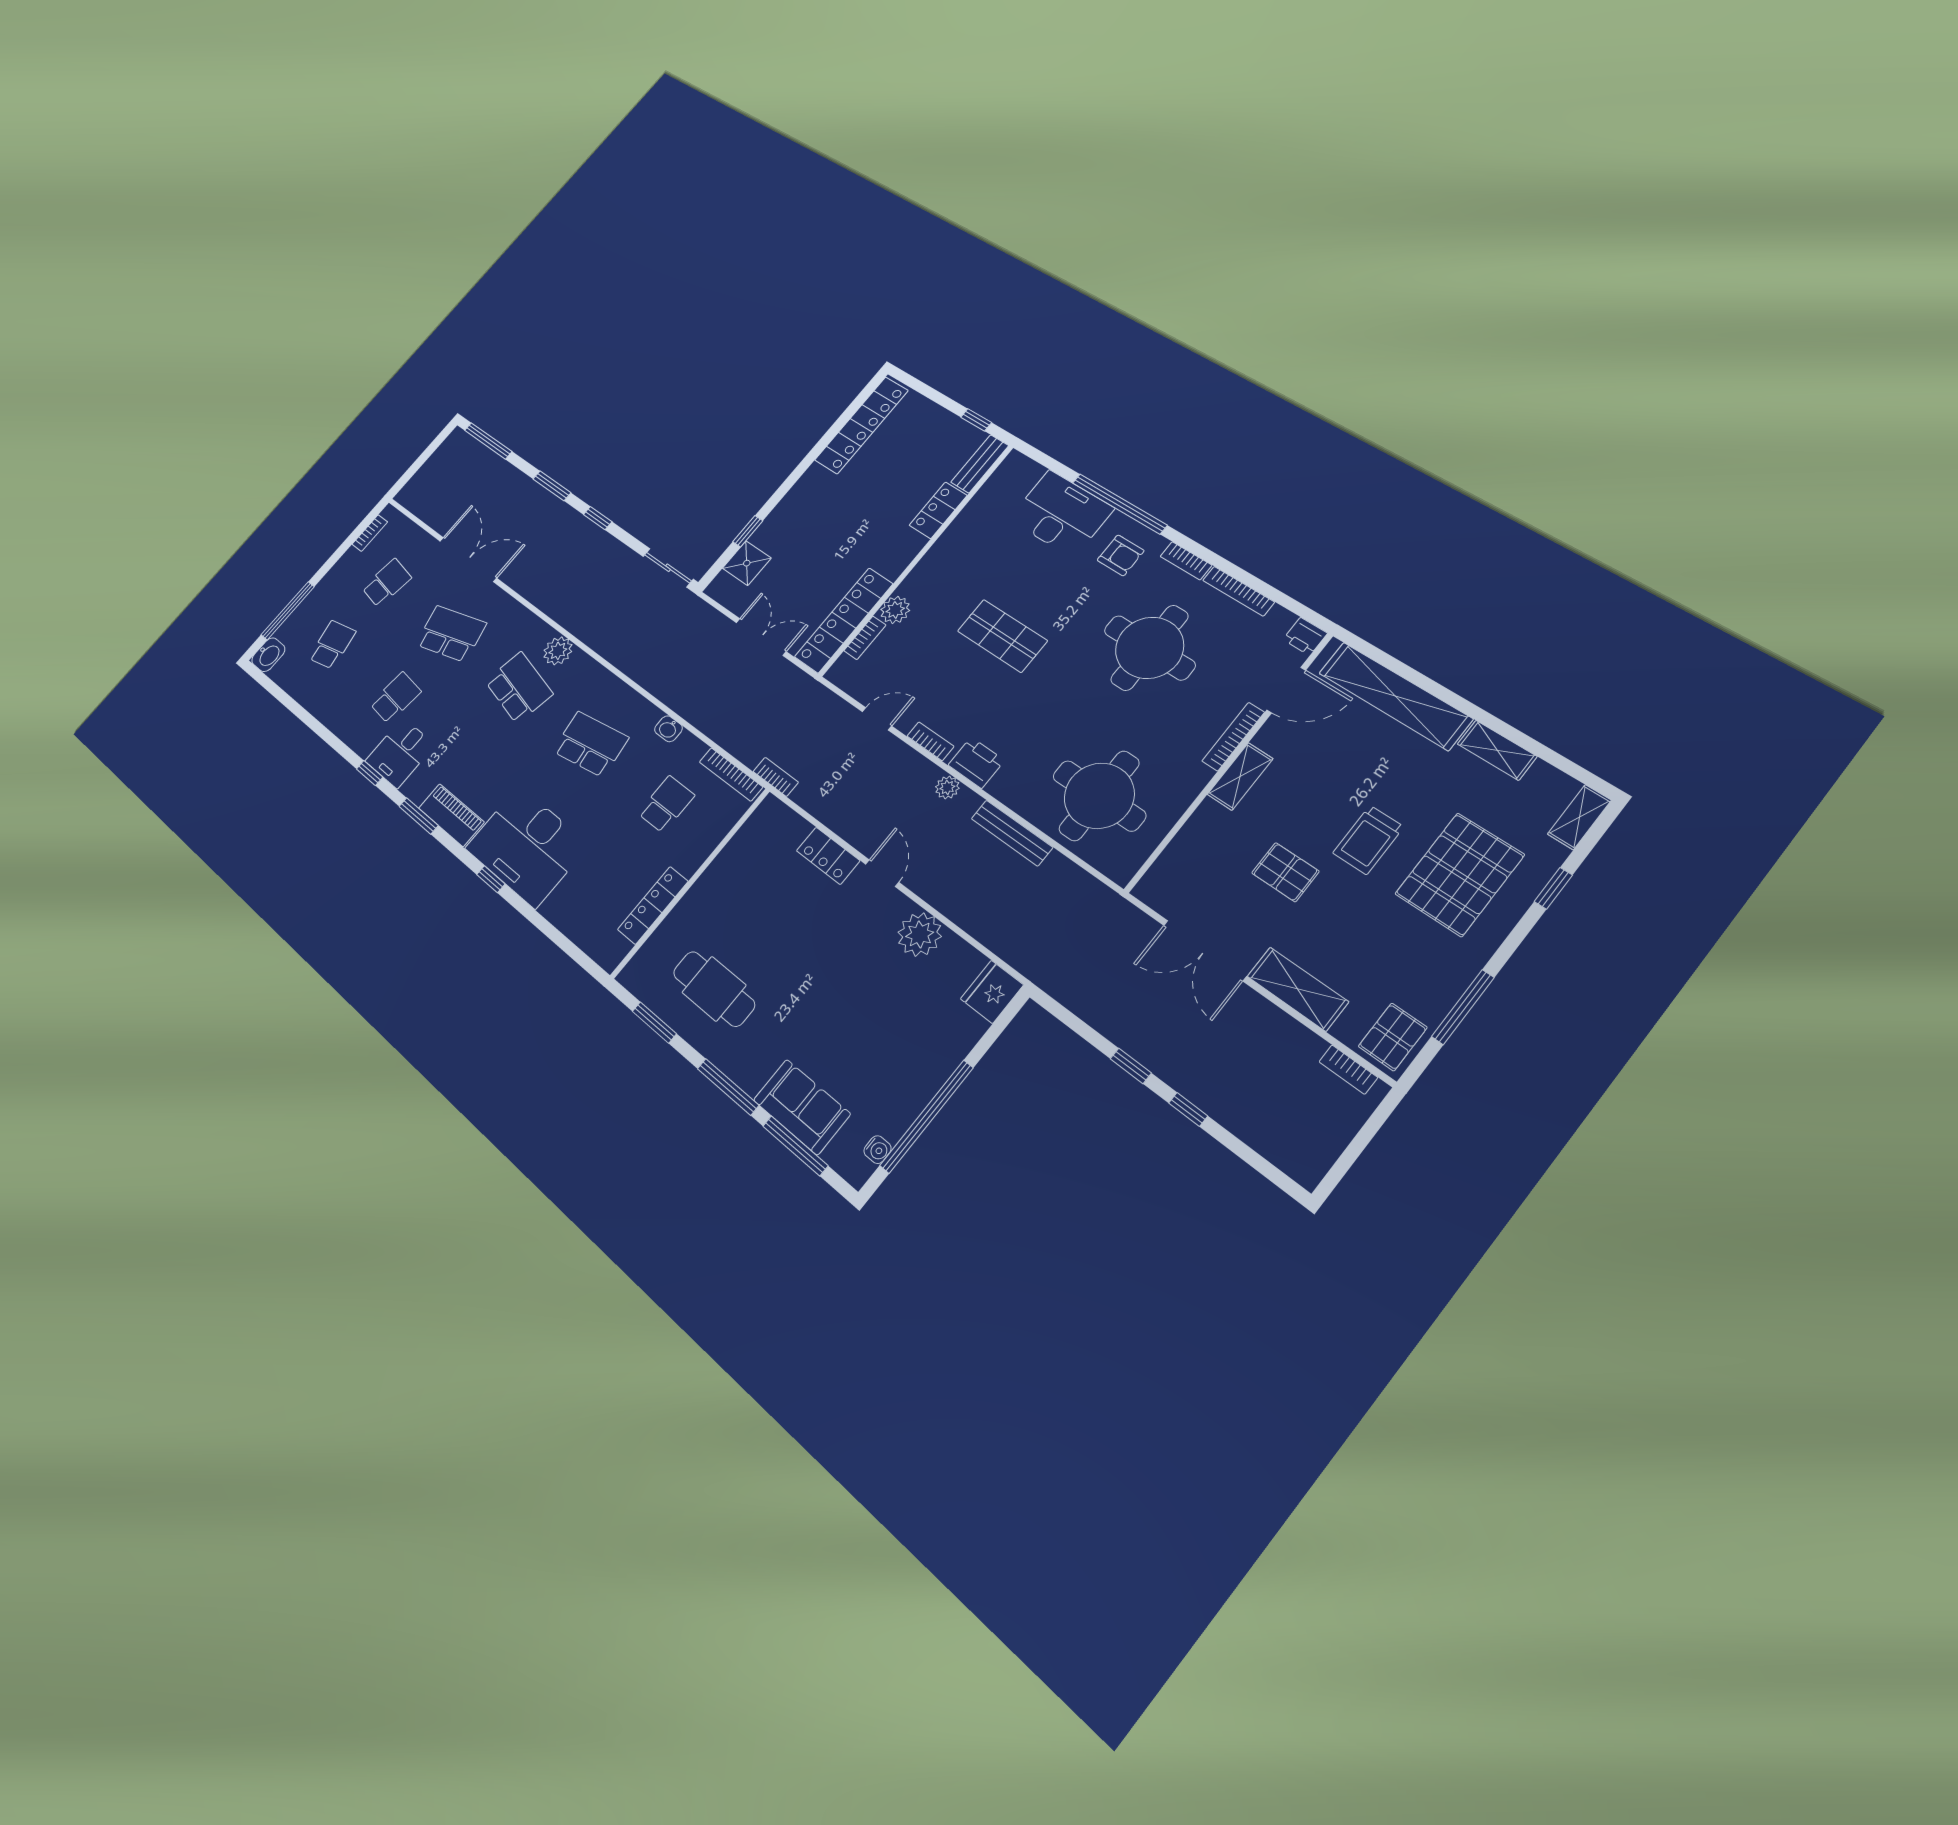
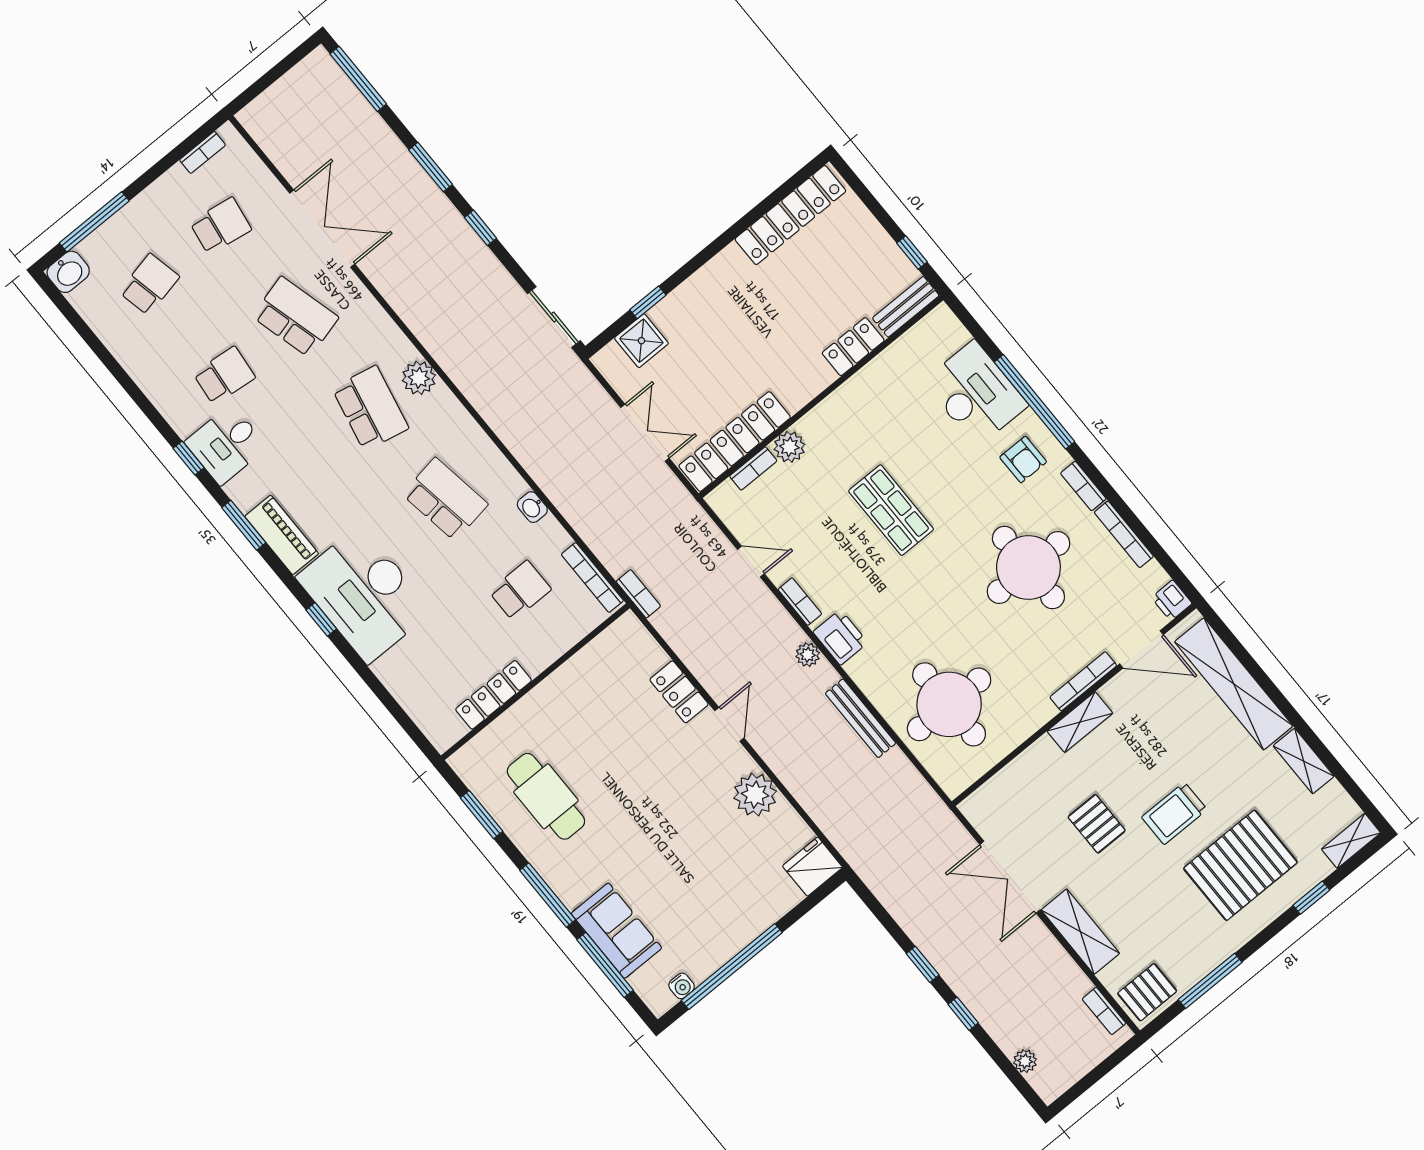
plant: (1272, 1147) -> (1025, 1061), added

